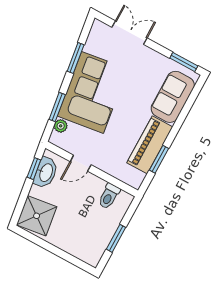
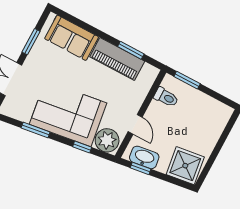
window: (184, 62) -> (31, 42), moved
window: (57, 107) -> (82, 147), width x0.67
plant: (61, 126) -> (107, 140), width x1.88, depth x1.88
window: (116, 238) -> (187, 80), moved

